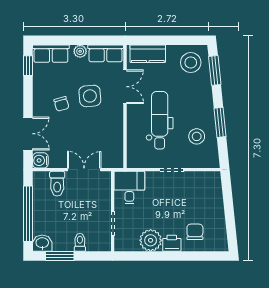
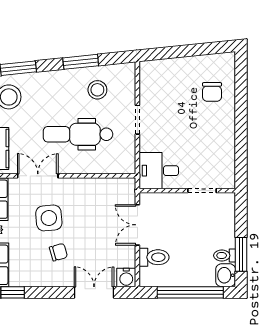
chair: (195, 232) -> (212, 92), turned -90
plant: (151, 240) -> (222, 145), removed
toilet: (80, 242) -> (225, 255), moved
printer: (172, 243) -> (226, 120), removed

